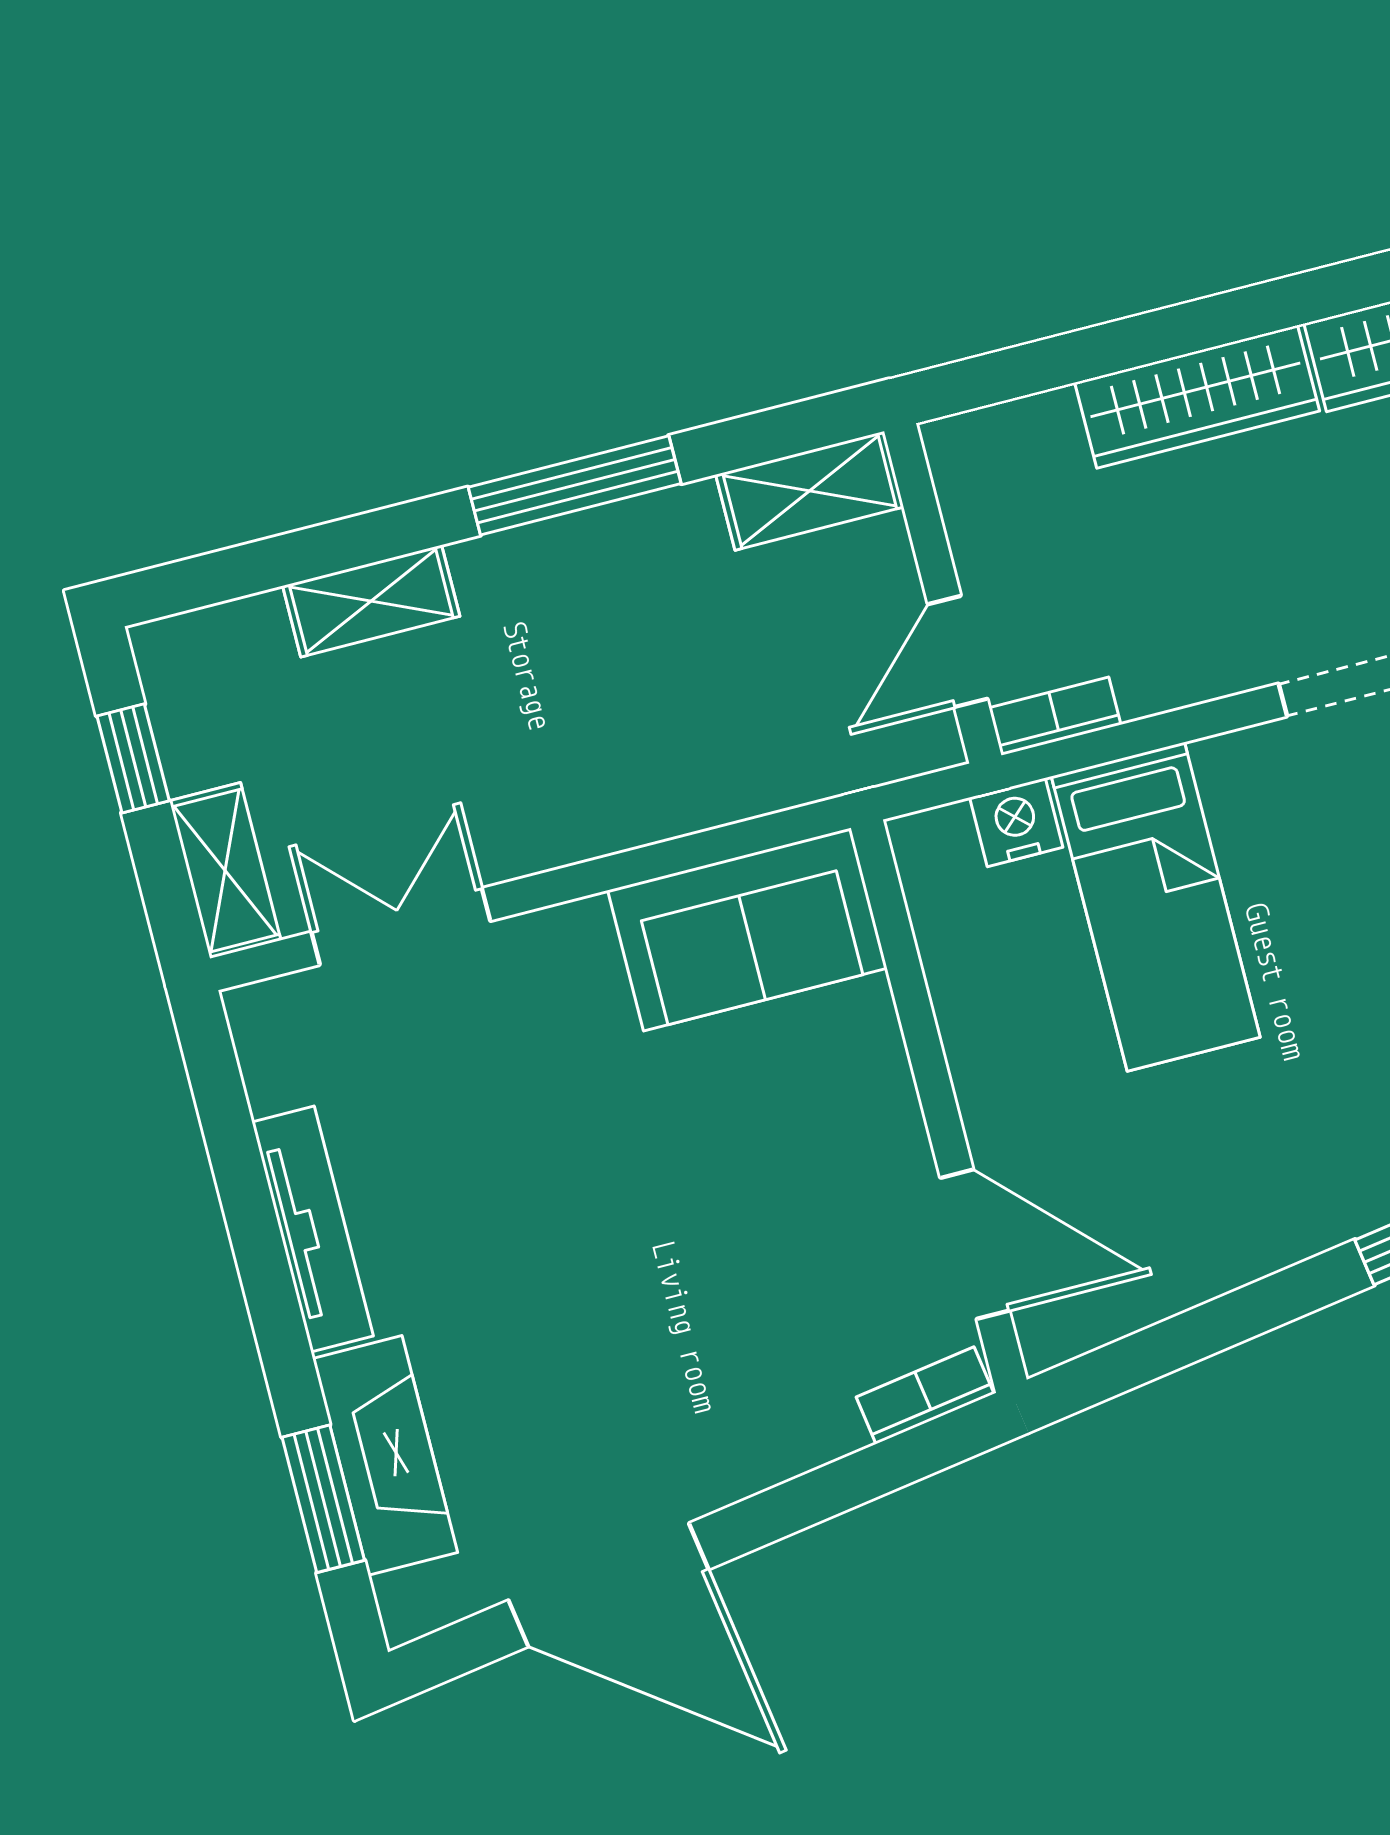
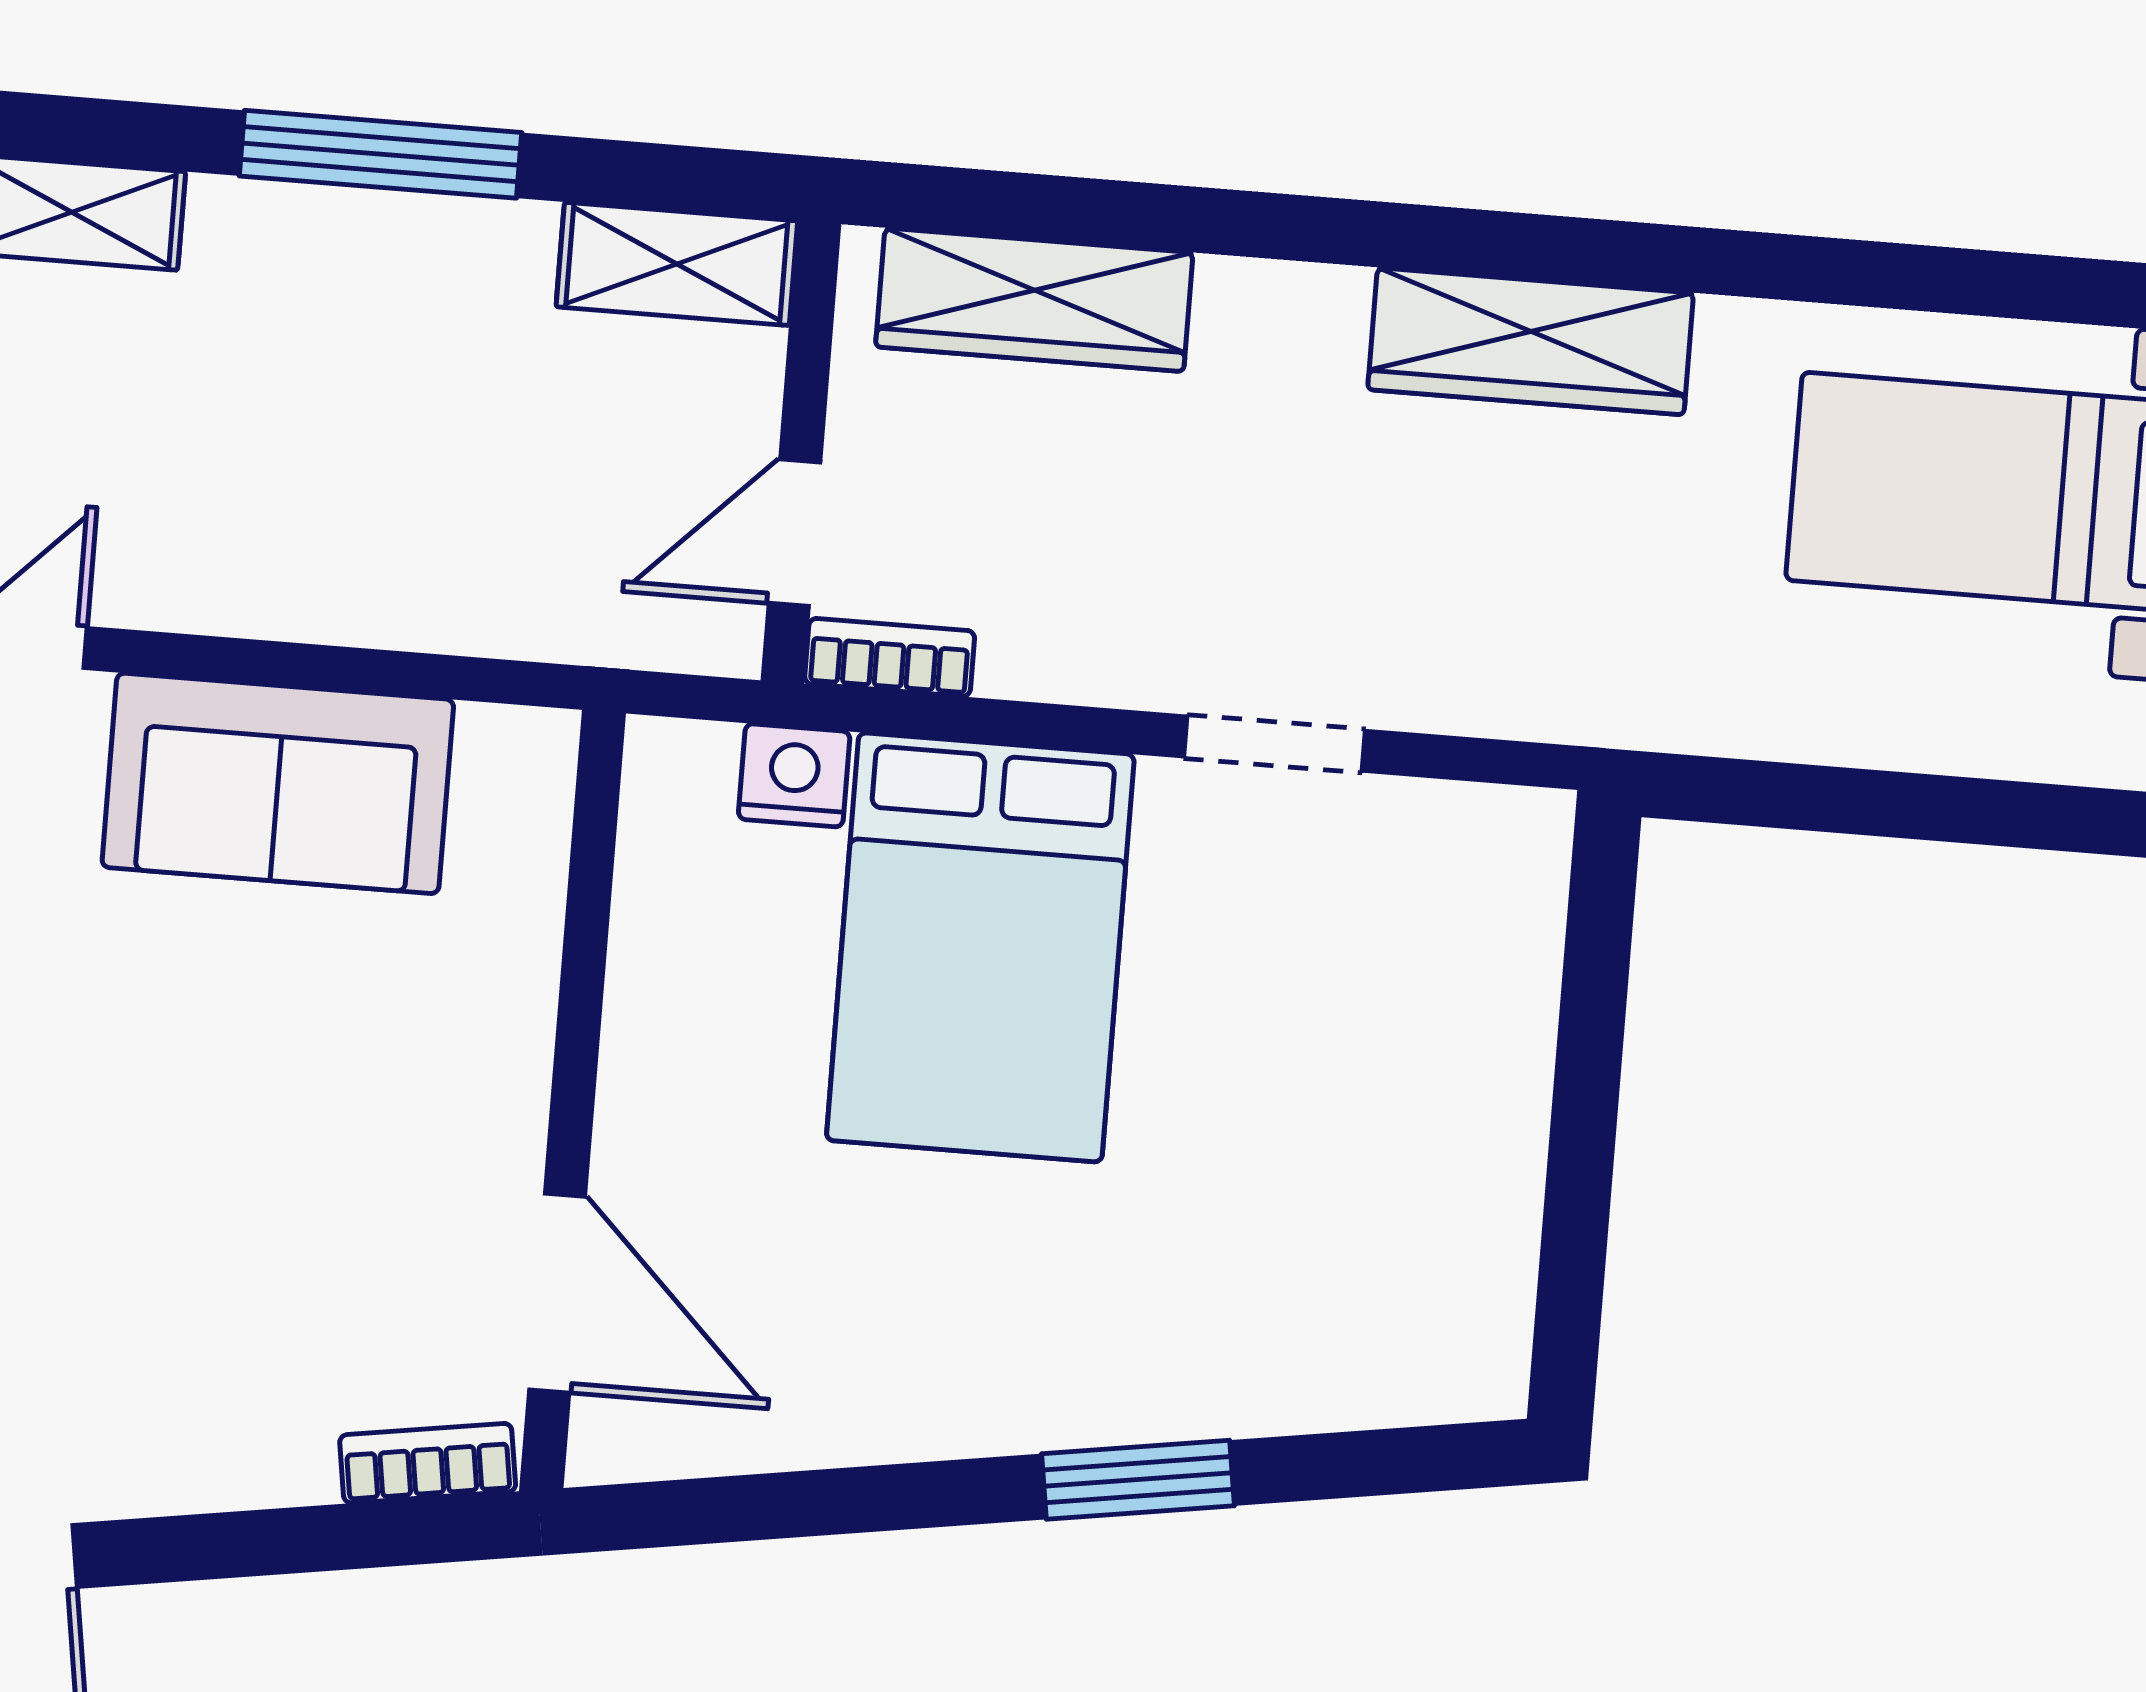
wardrobe: (1197, 397) -> (1034, 300), moved
bed: (1156, 907) -> (980, 947), width x1.50
sofa: (747, 929) -> (278, 783), moved

